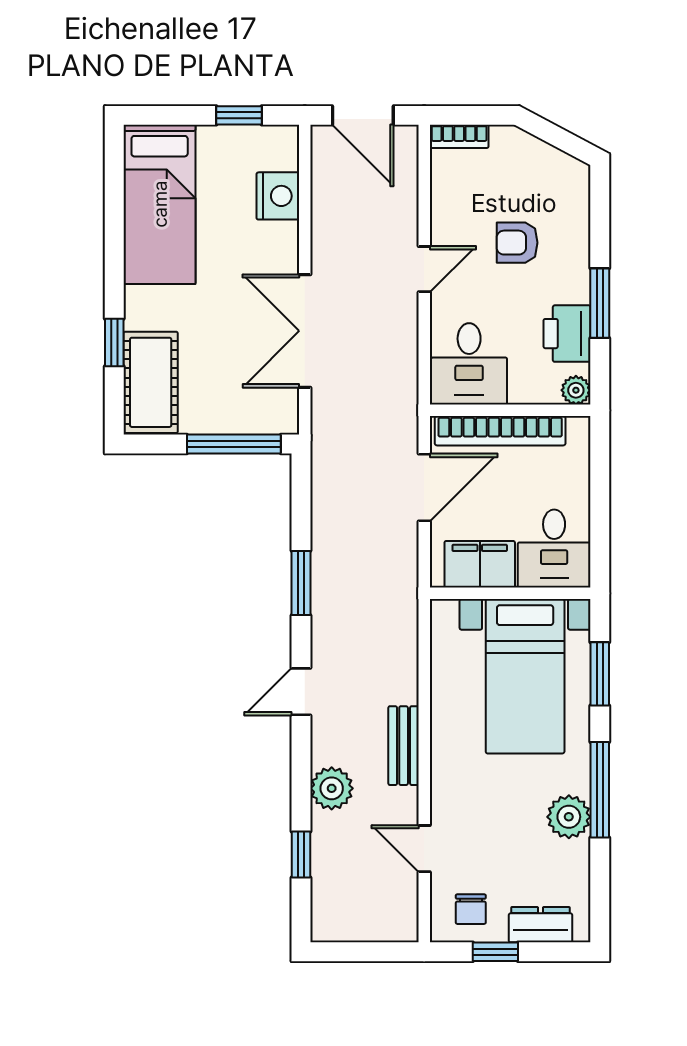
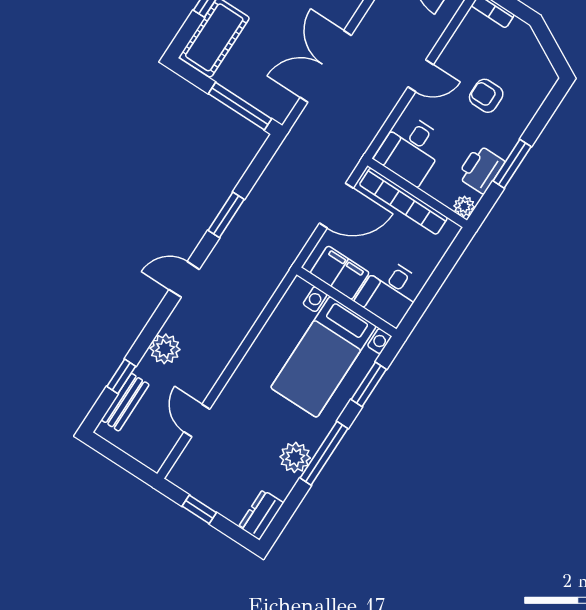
bench: (404, 746) -> (125, 402), moved
chair: (471, 909) -> (201, 474), removed
dresser: (540, 925) -> (261, 515), moved, turned -90

